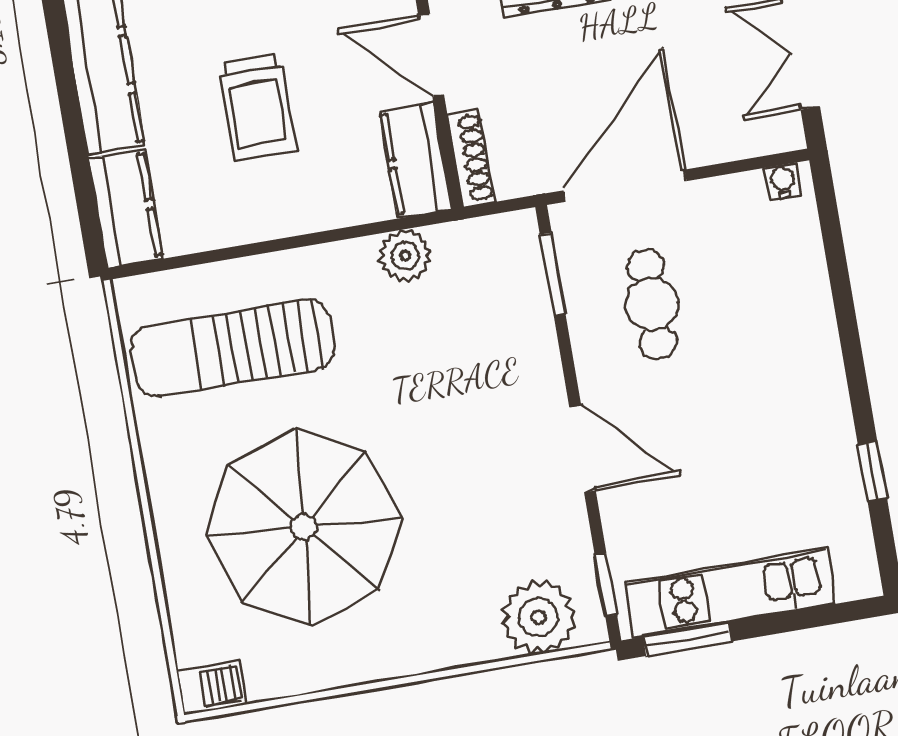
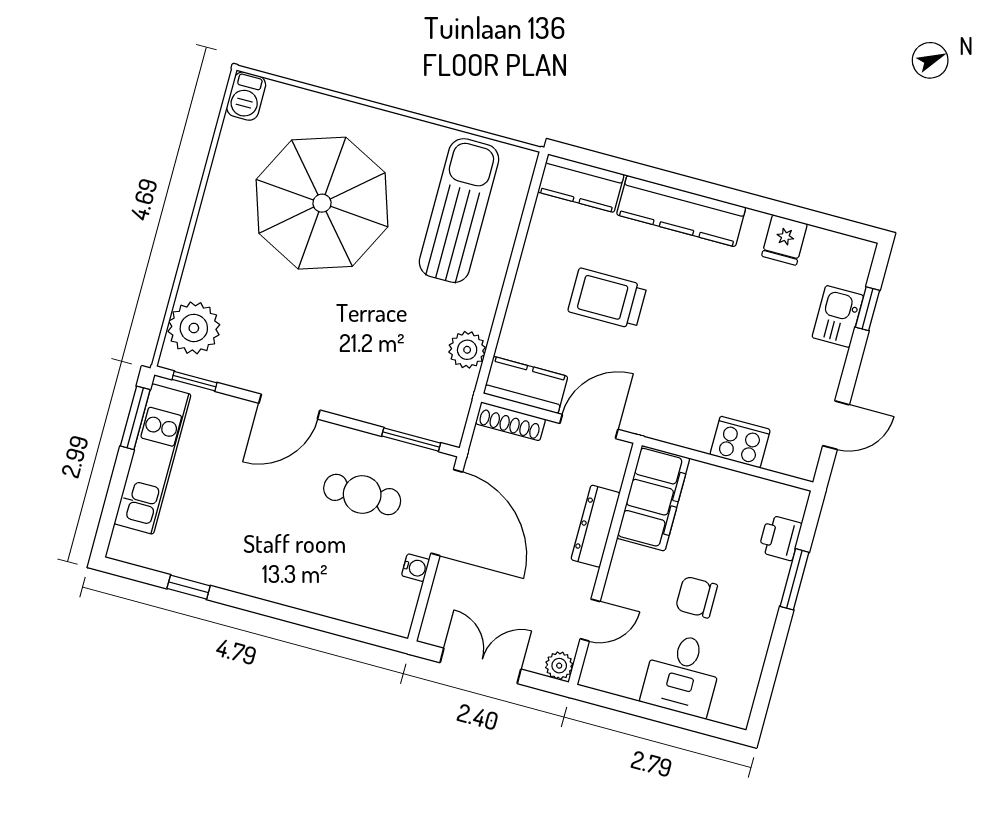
water cooler: (783, 181) -> (416, 568), moved

